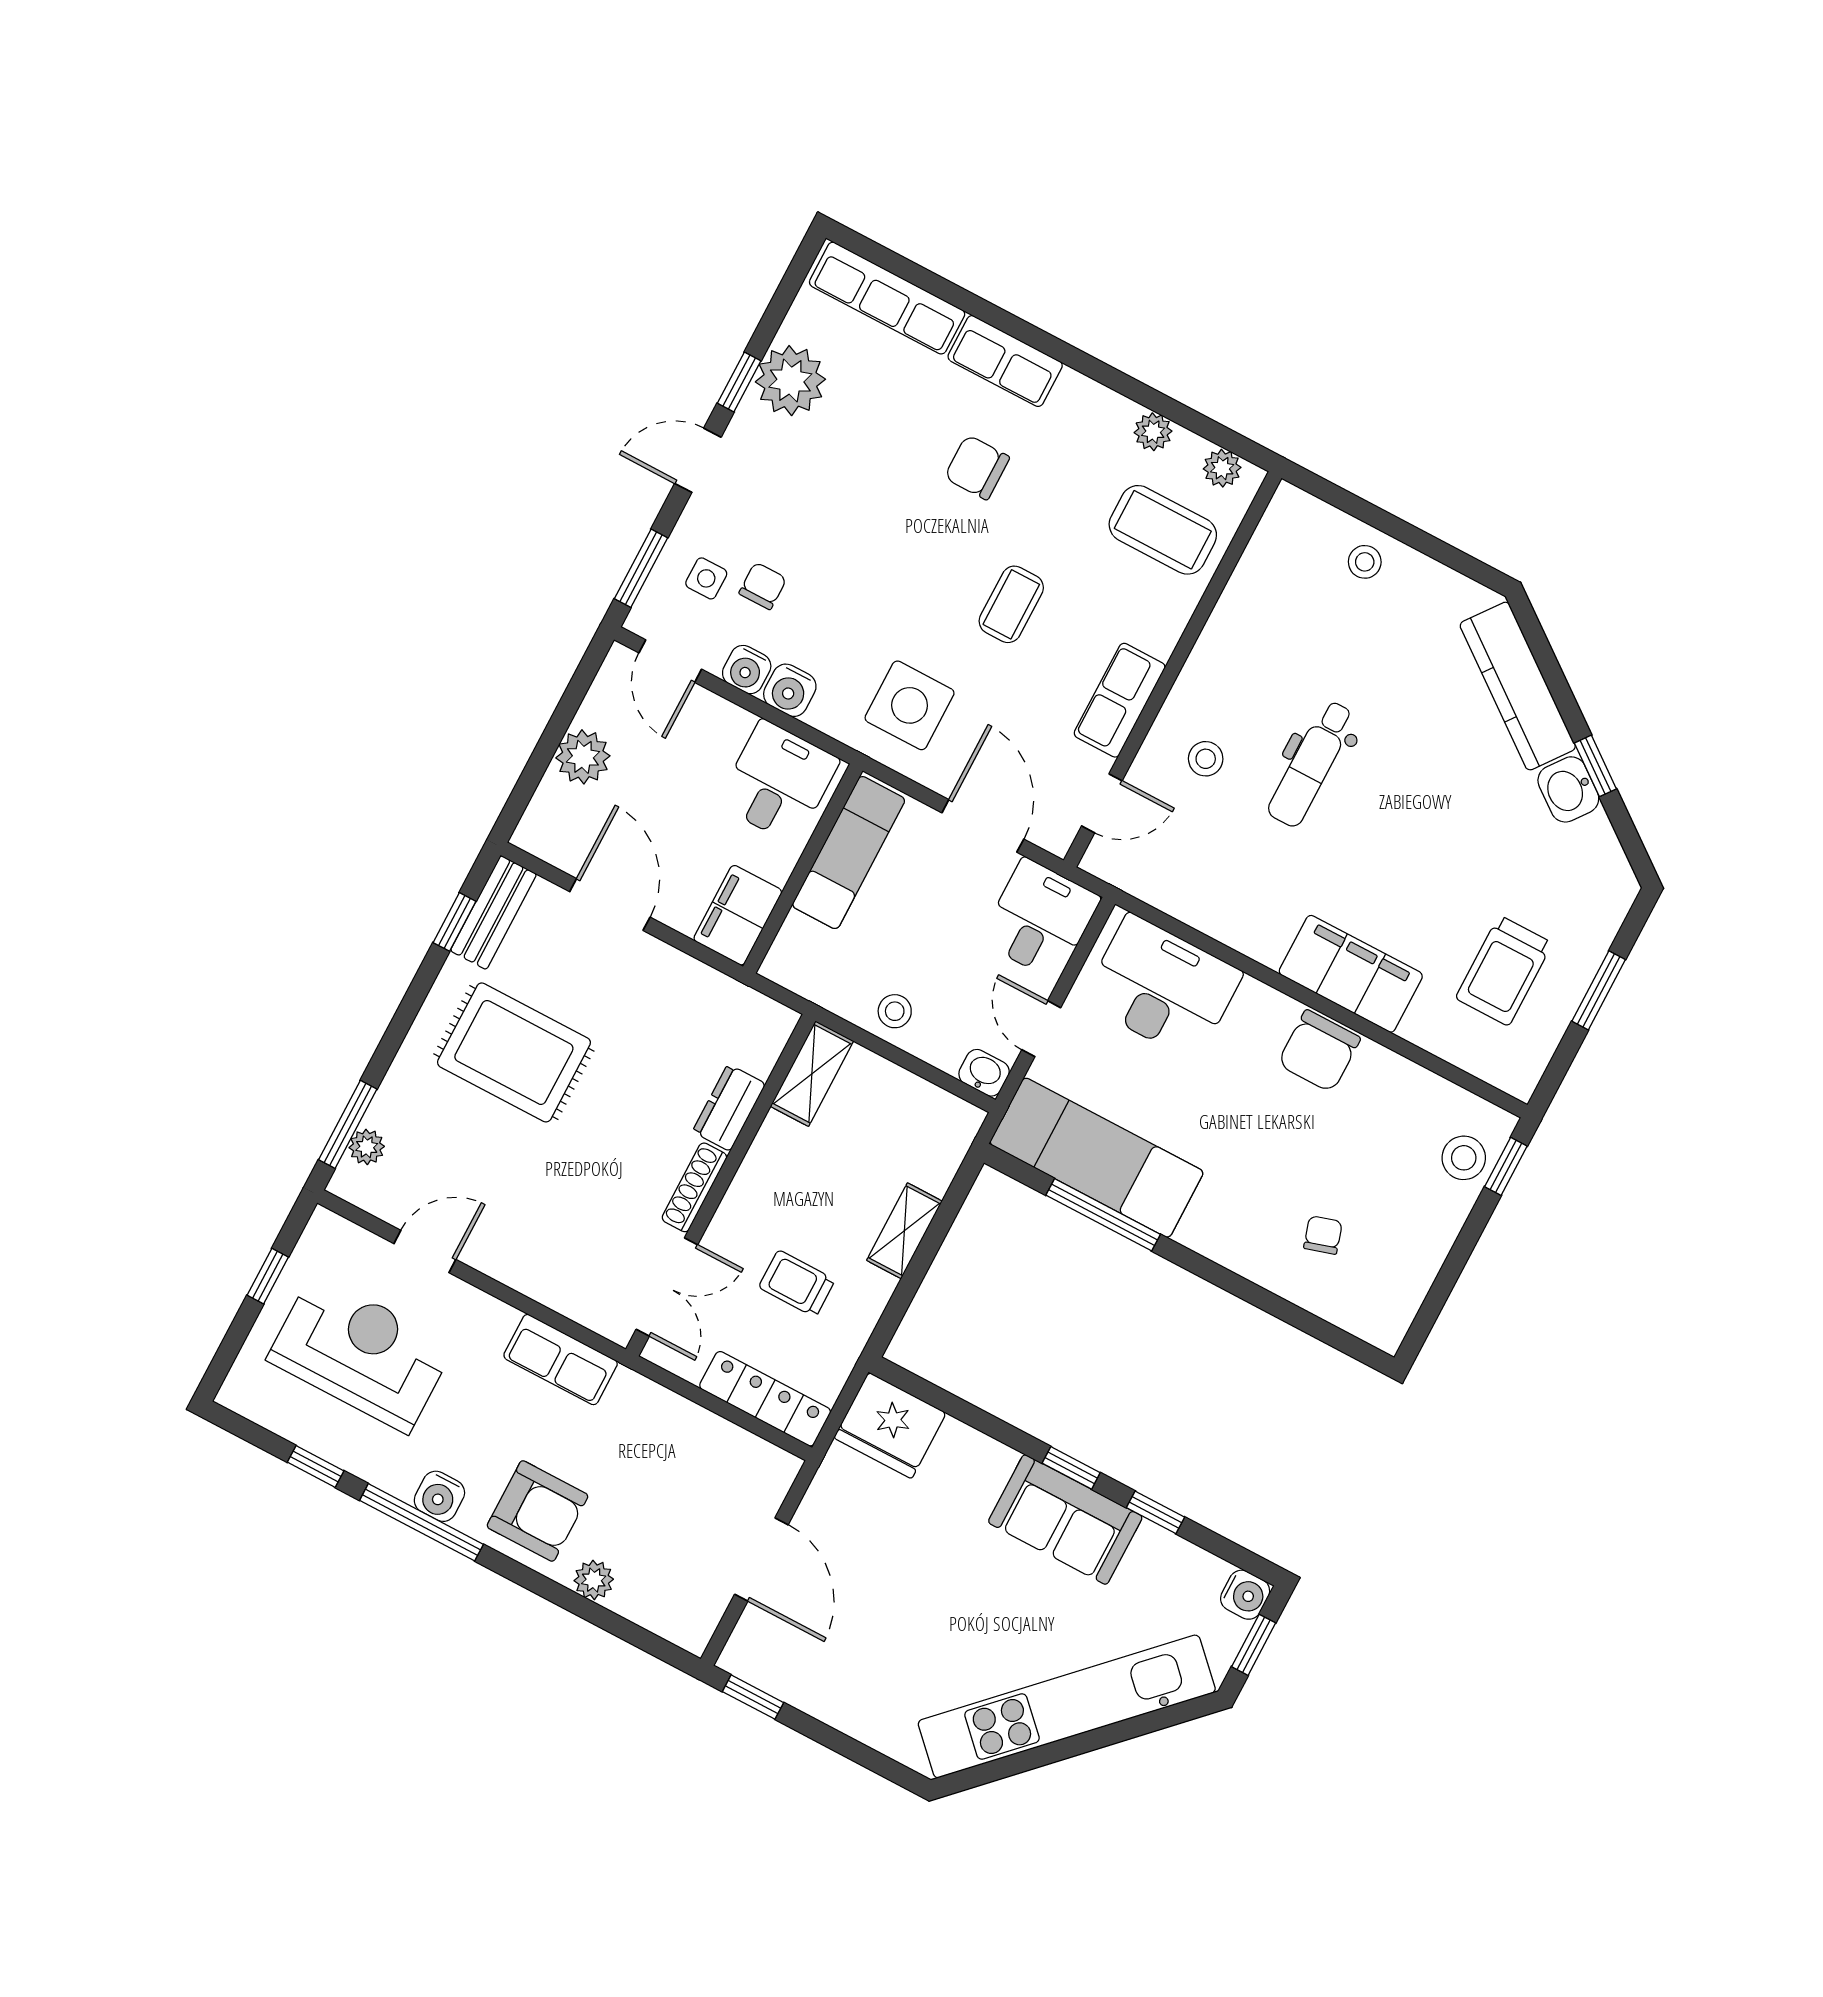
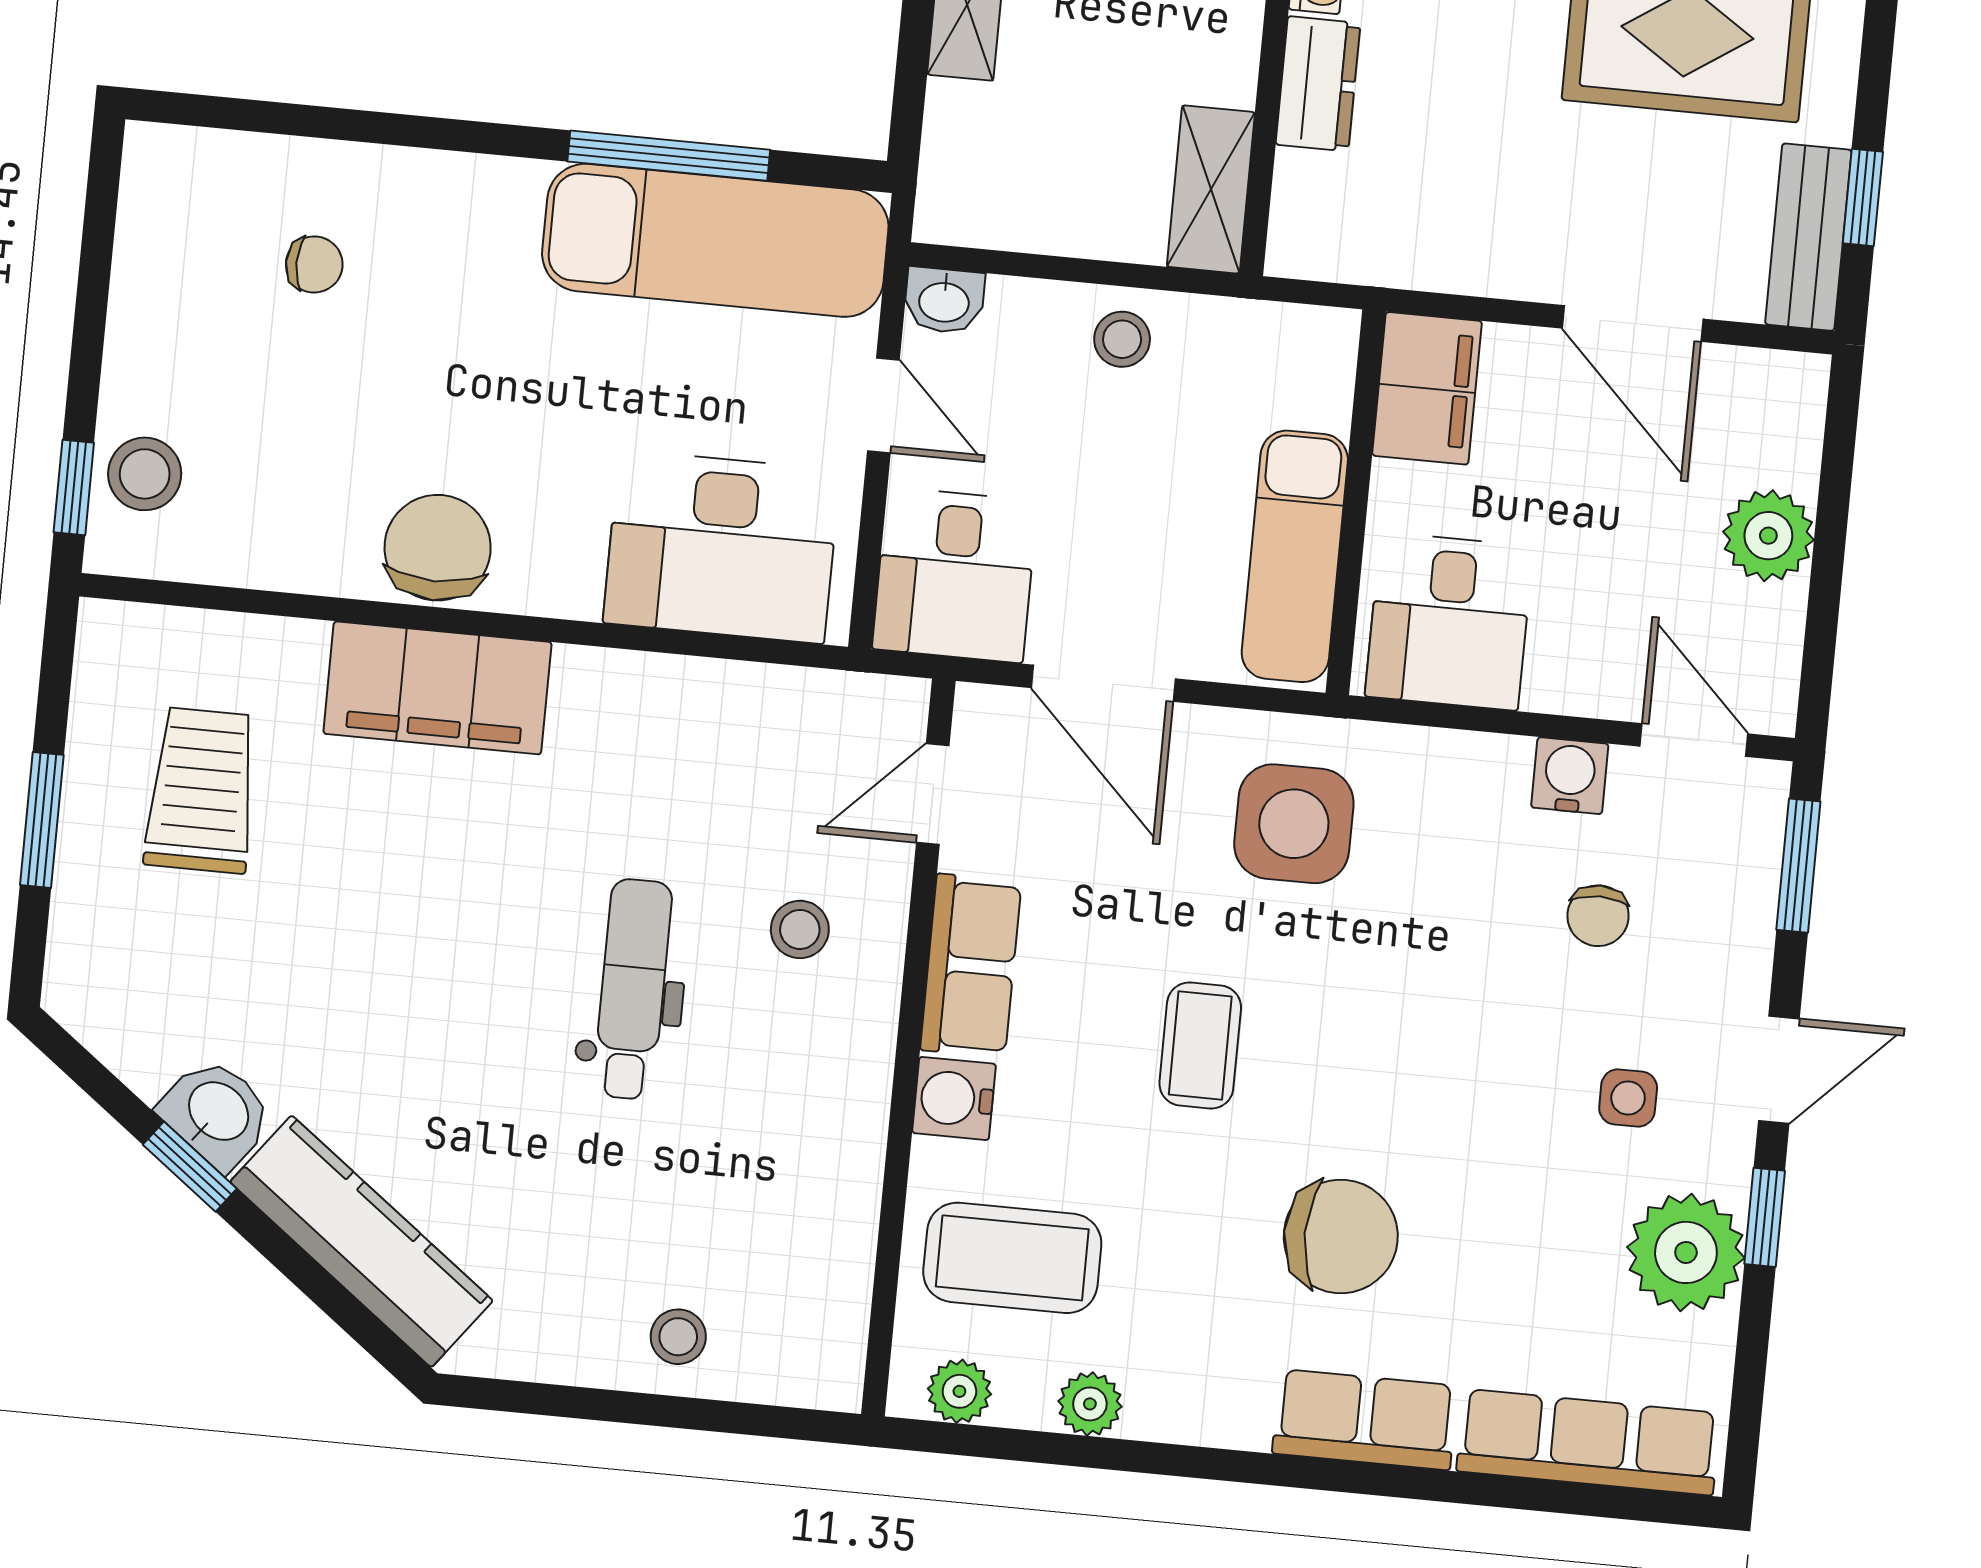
chair: (977, 467) -> (1341, 1236), width x1.37, depth x1.37
side table: (706, 578) -> (1628, 1098), moved
water cooler: (790, 690) -> (954, 1098), moved, turned -90
chair: (1323, 1235) -> (314, 264), turned -73

